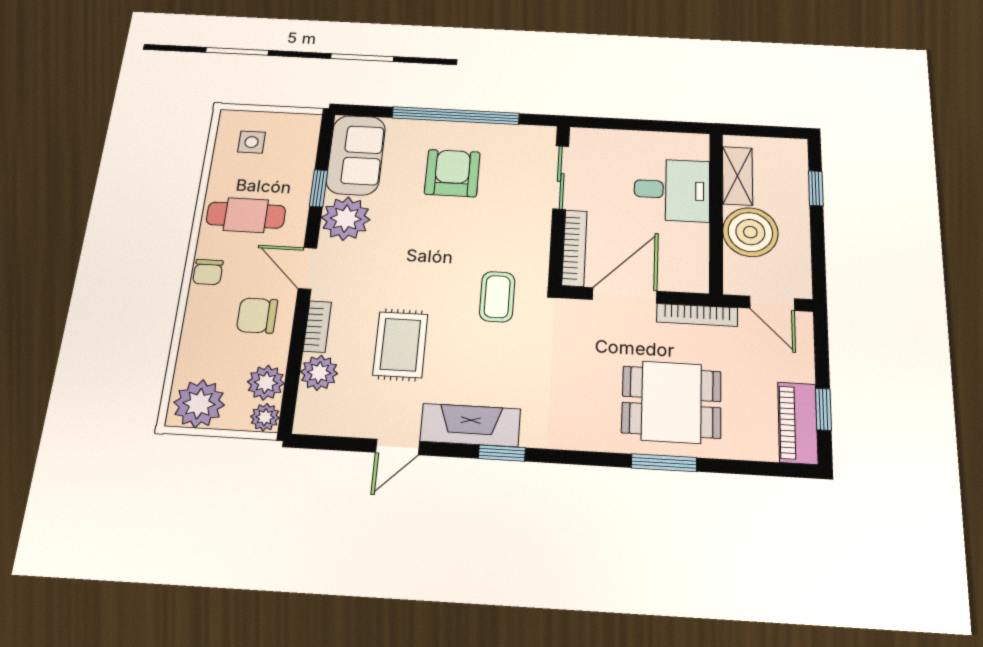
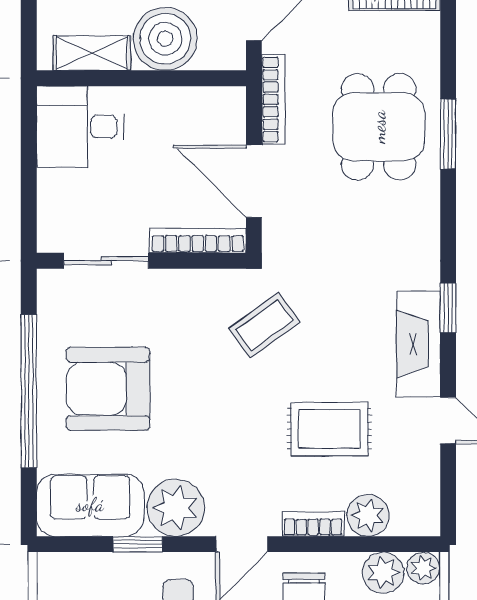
armchair: (452, 173) -> (108, 389), width x1.36, depth x1.36
desk: (672, 190) -> (80, 127), moved, turned -90
coffee table: (497, 297) -> (264, 325), turned -36

